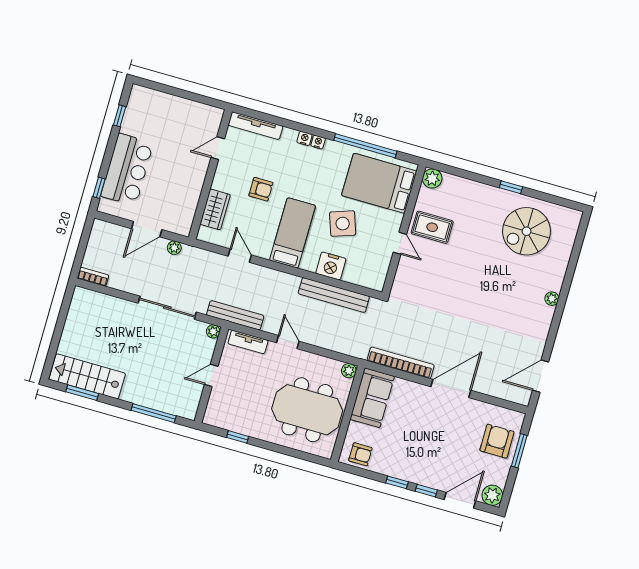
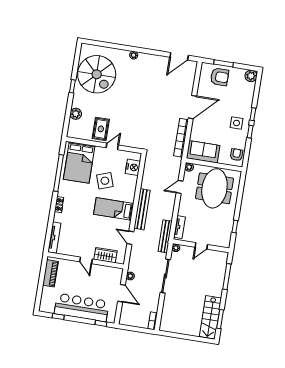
piano: (195, 111) -> (50, 273), added
door: (218, 148) -> (86, 260), moved
bar counter: (127, 169) -> (82, 307), width x1.36
plant: (432, 179) -> (76, 114), moved
armchair: (261, 189) -> (91, 230), removed
spiral stairs: (527, 231) -> (97, 74), width x1.37, depth x1.37
door: (240, 256) -> (130, 238), hinge flipped
nightstand: (331, 266) -> (133, 167), moved
bench: (334, 295) -> (142, 209), moved
door: (288, 342) -> (180, 187), moved
door: (211, 375) -> (201, 246), hinge flipped
door: (541, 376) -> (179, 56), hinge flipped
door: (451, 388) -> (192, 107), swing flipped
armchair: (497, 441) -> (220, 77), turned 180
side table: (415, 461) -> (237, 123), added
door: (460, 500) -> (256, 94), removed

